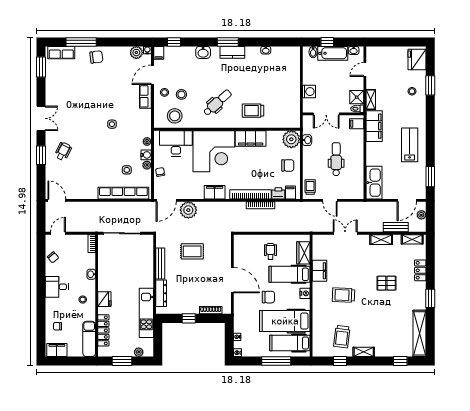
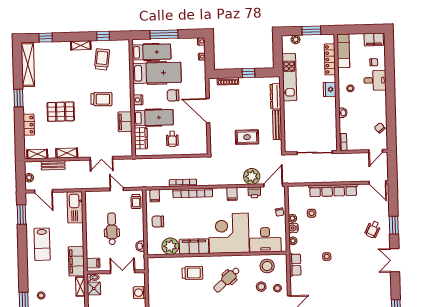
row of seats: (145, 96) -> (295, 265), moved
plant: (291, 139) -> (170, 246), moved
dental chair: (336, 159) -> (112, 229), turned 180
filing cabinet: (215, 192) -> (232, 194), width x0.50
row of seats: (123, 193) -> (333, 191), moved
printer: (278, 193) -> (254, 192), moved
door: (407, 200) -> (43, 191), swing flipped
pallet: (386, 283) -> (61, 112), width x1.50, depth x1.42
desk: (57, 287) -> (375, 80), moved

